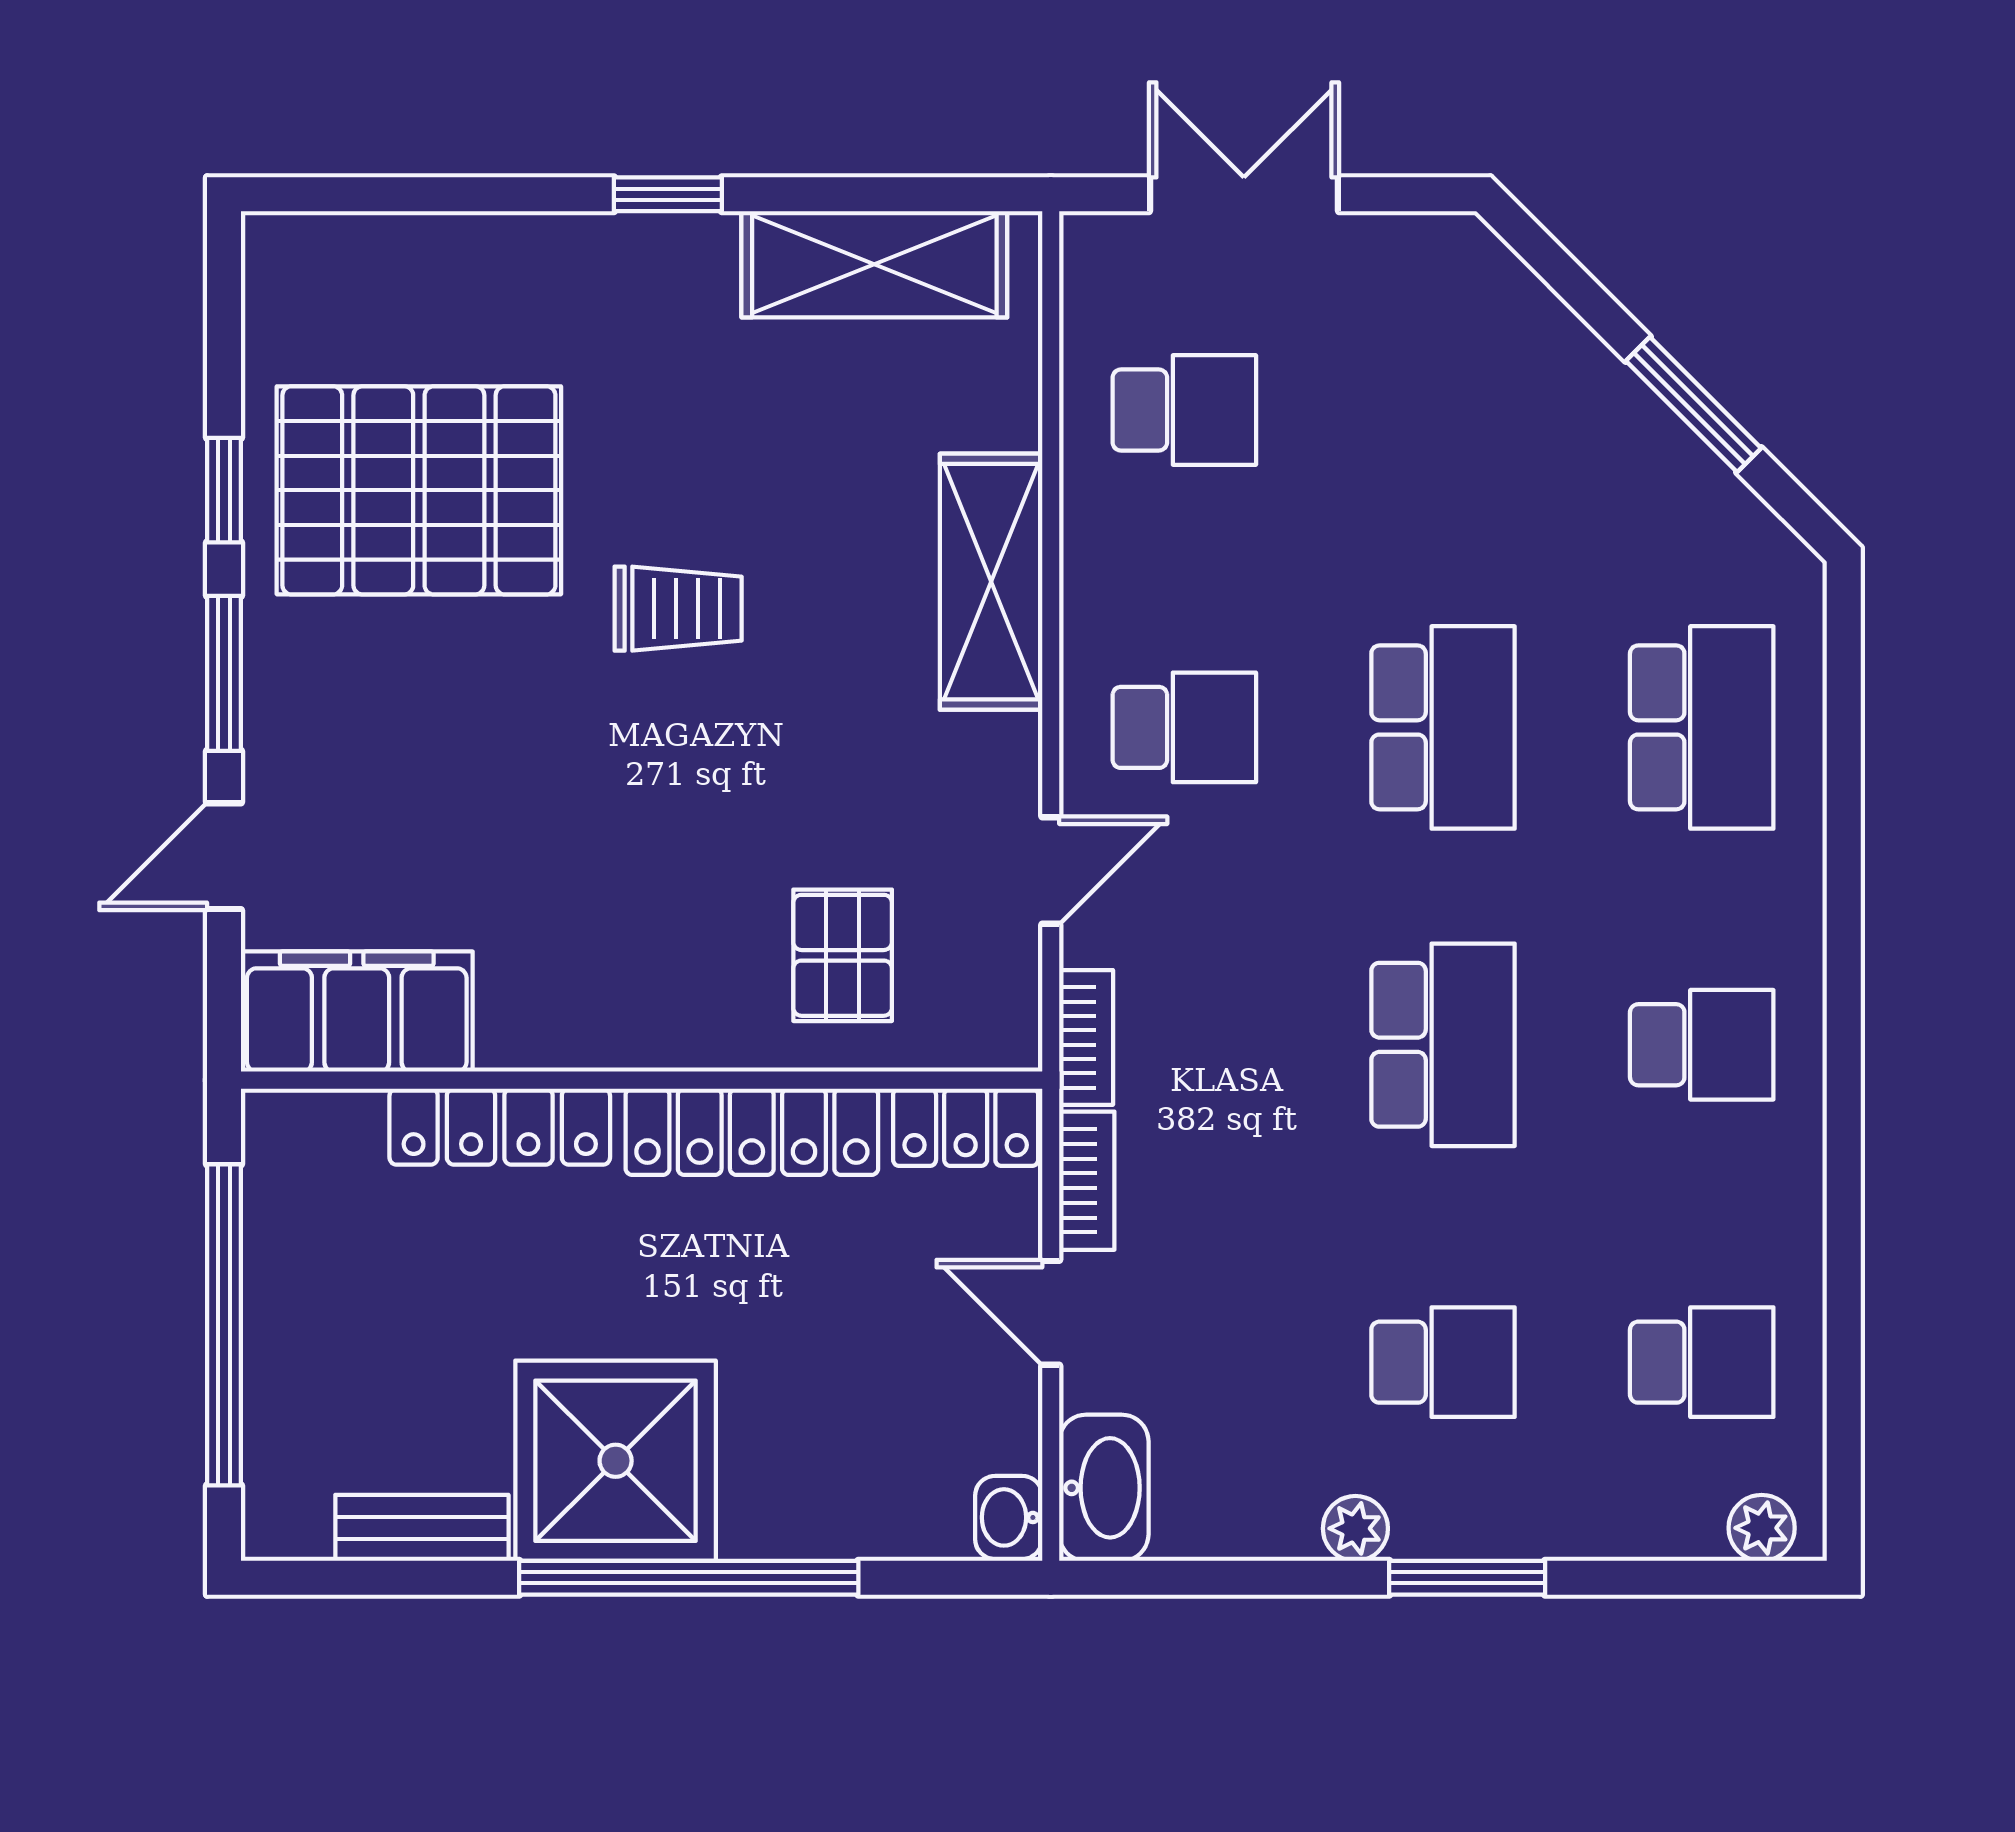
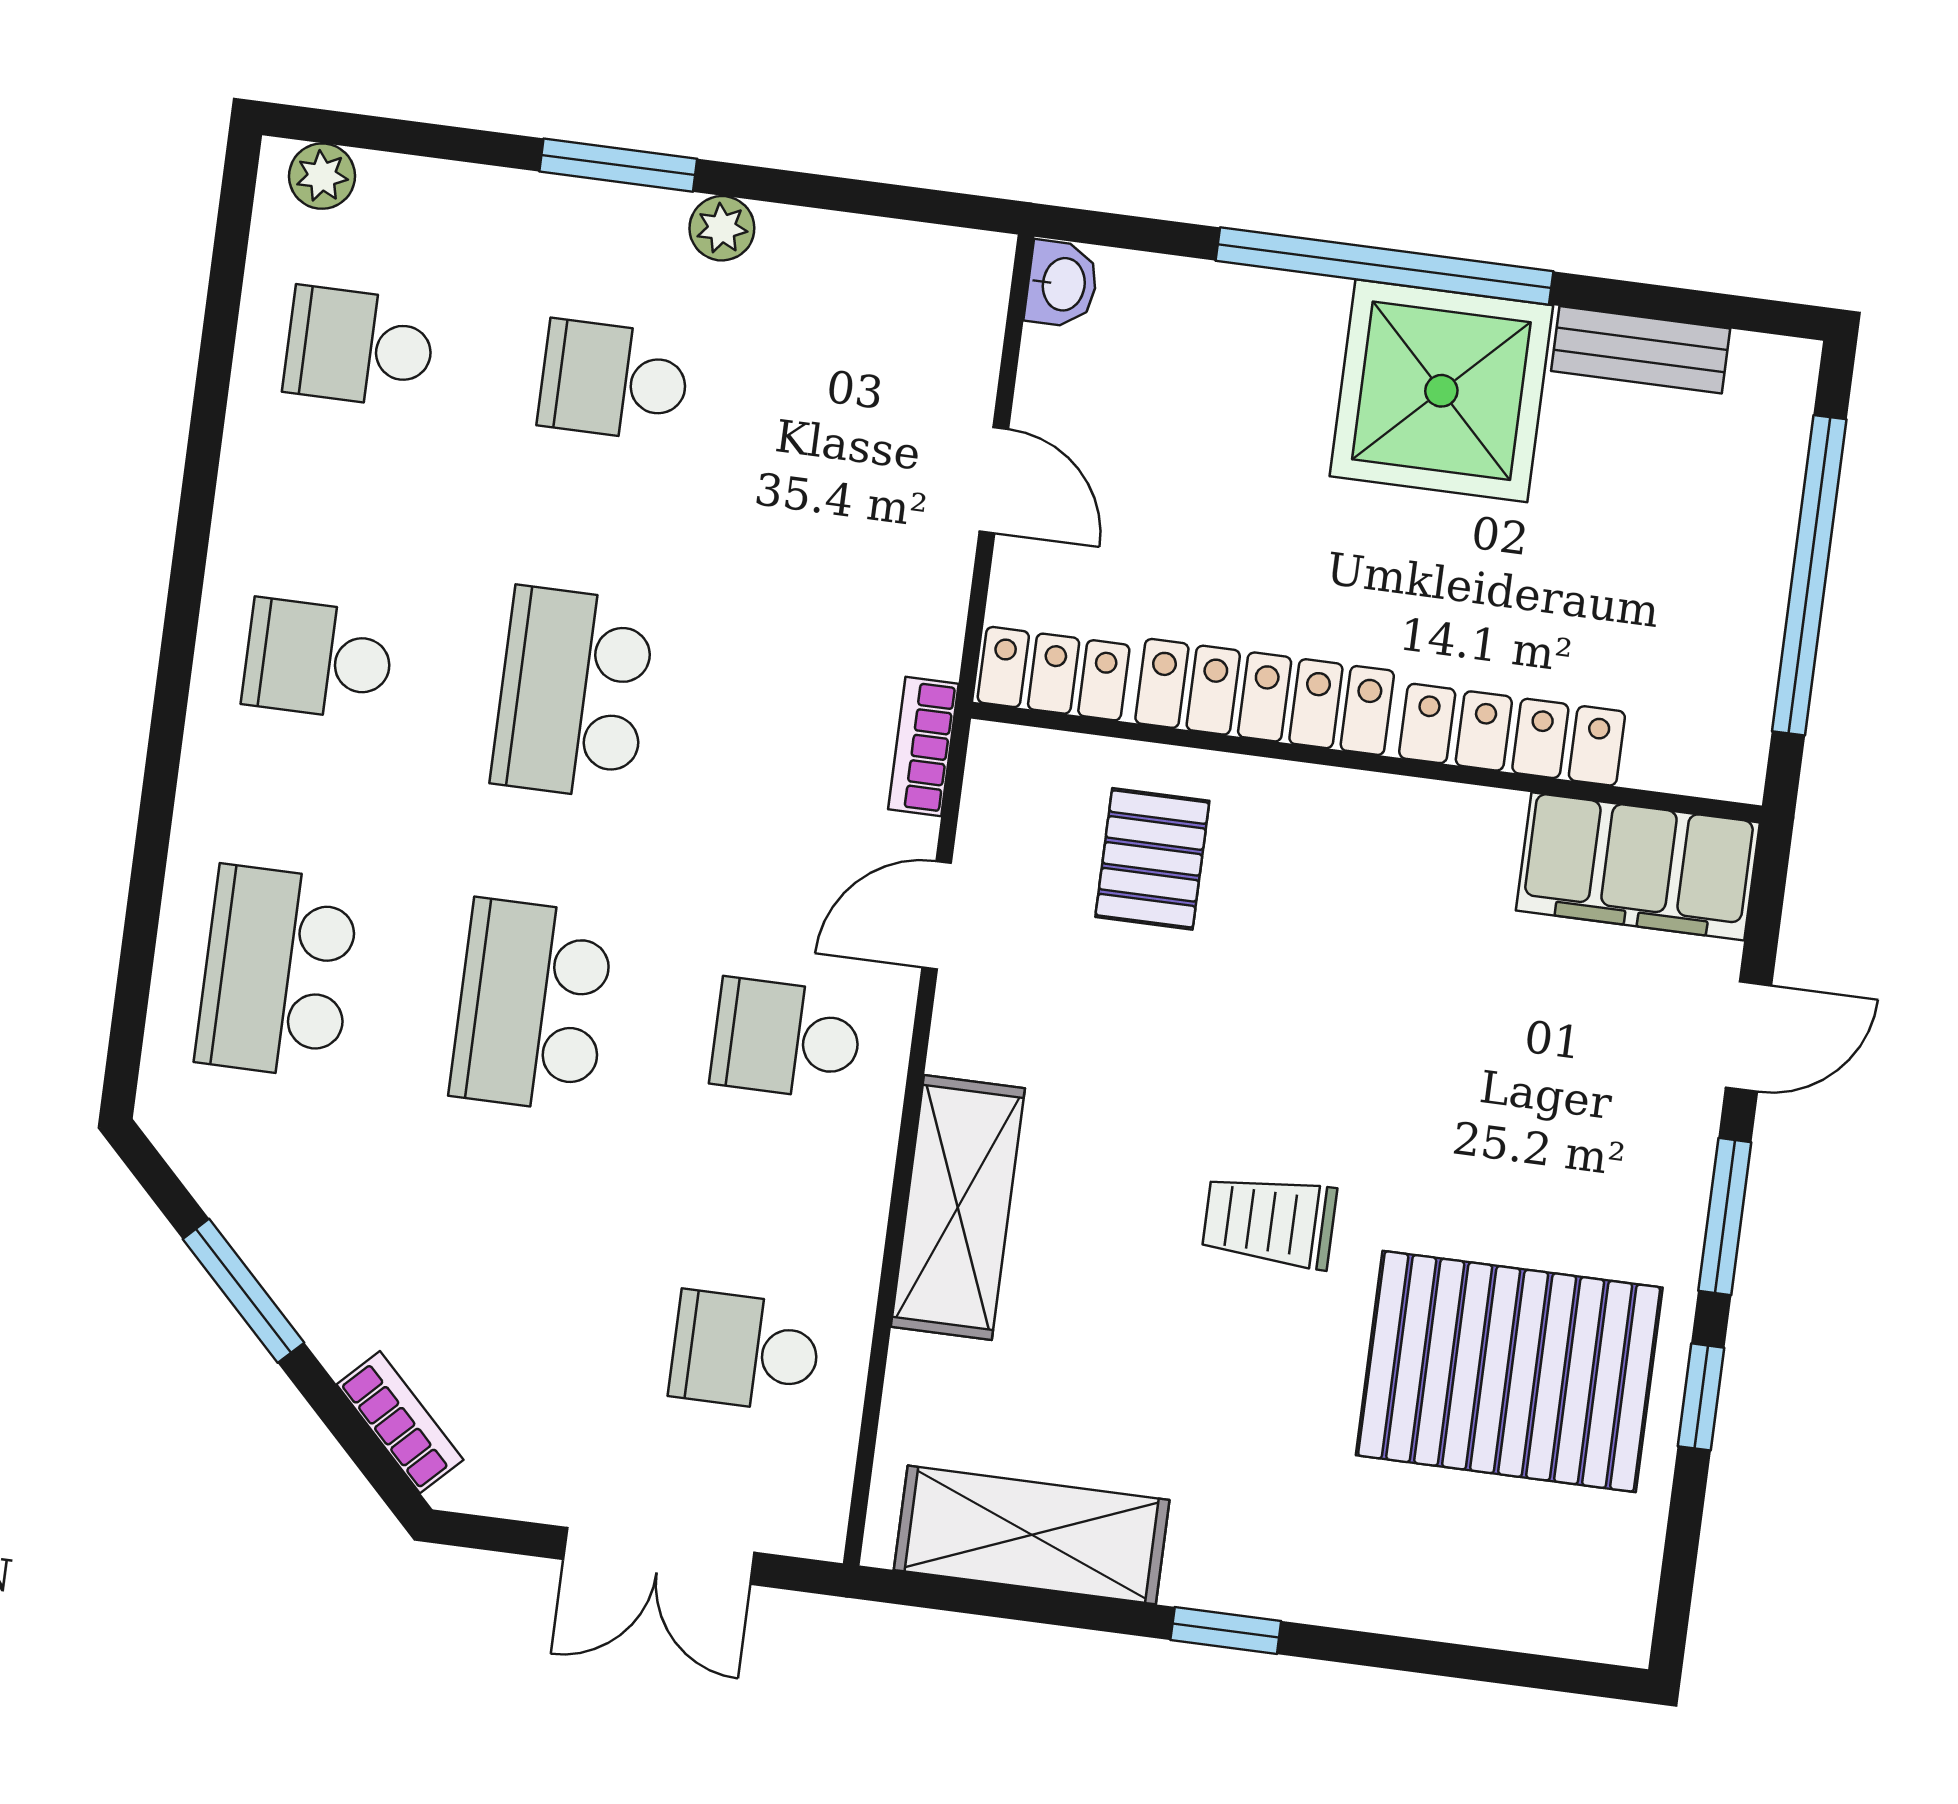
bookcase: (1087, 1181) -> (400, 1422), moved, turned 135
washbasin: (1104, 1488) -> (964, 301), removed

